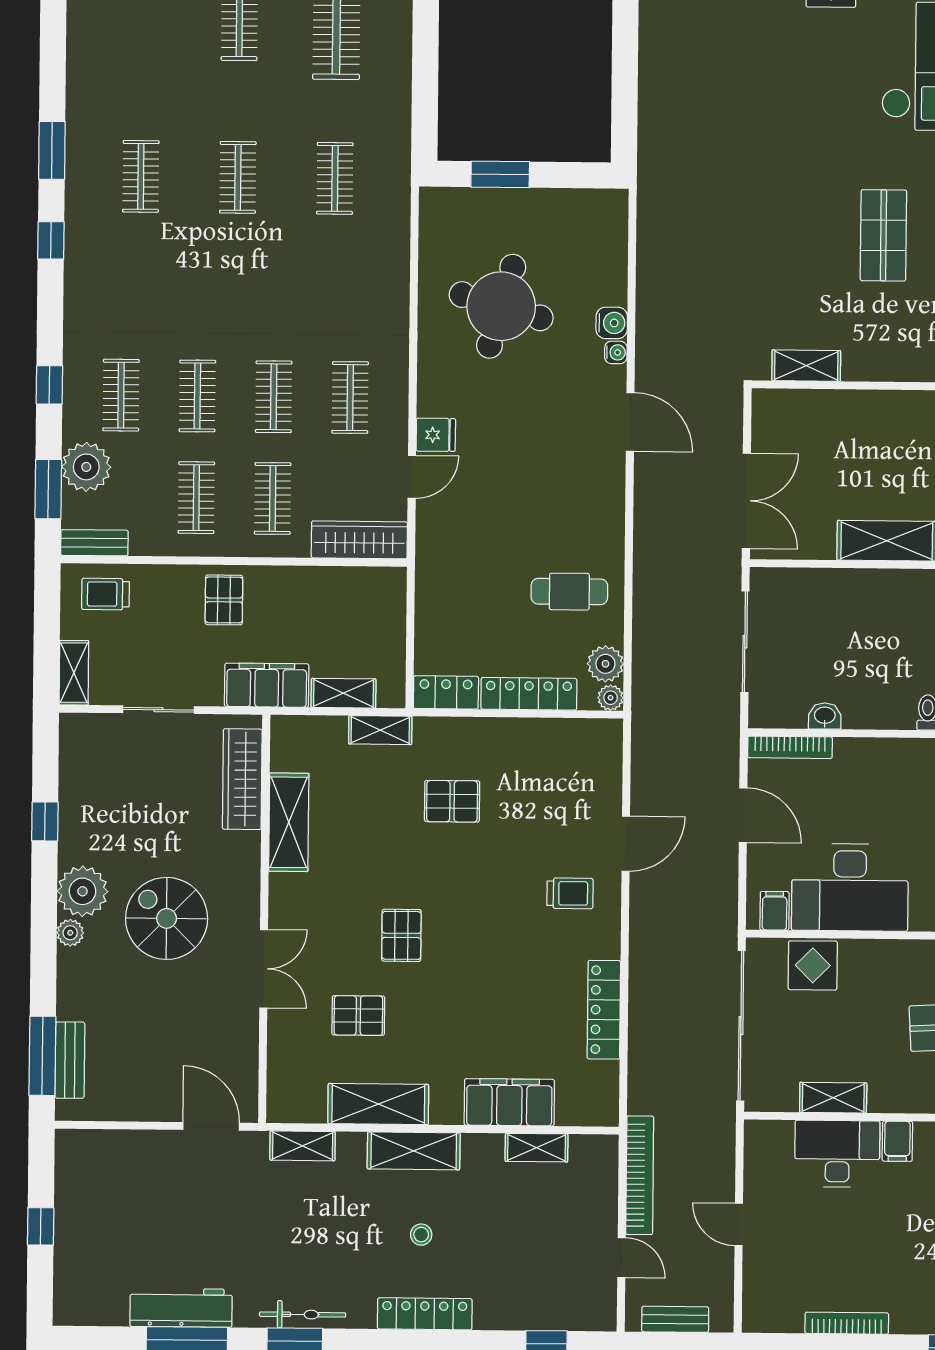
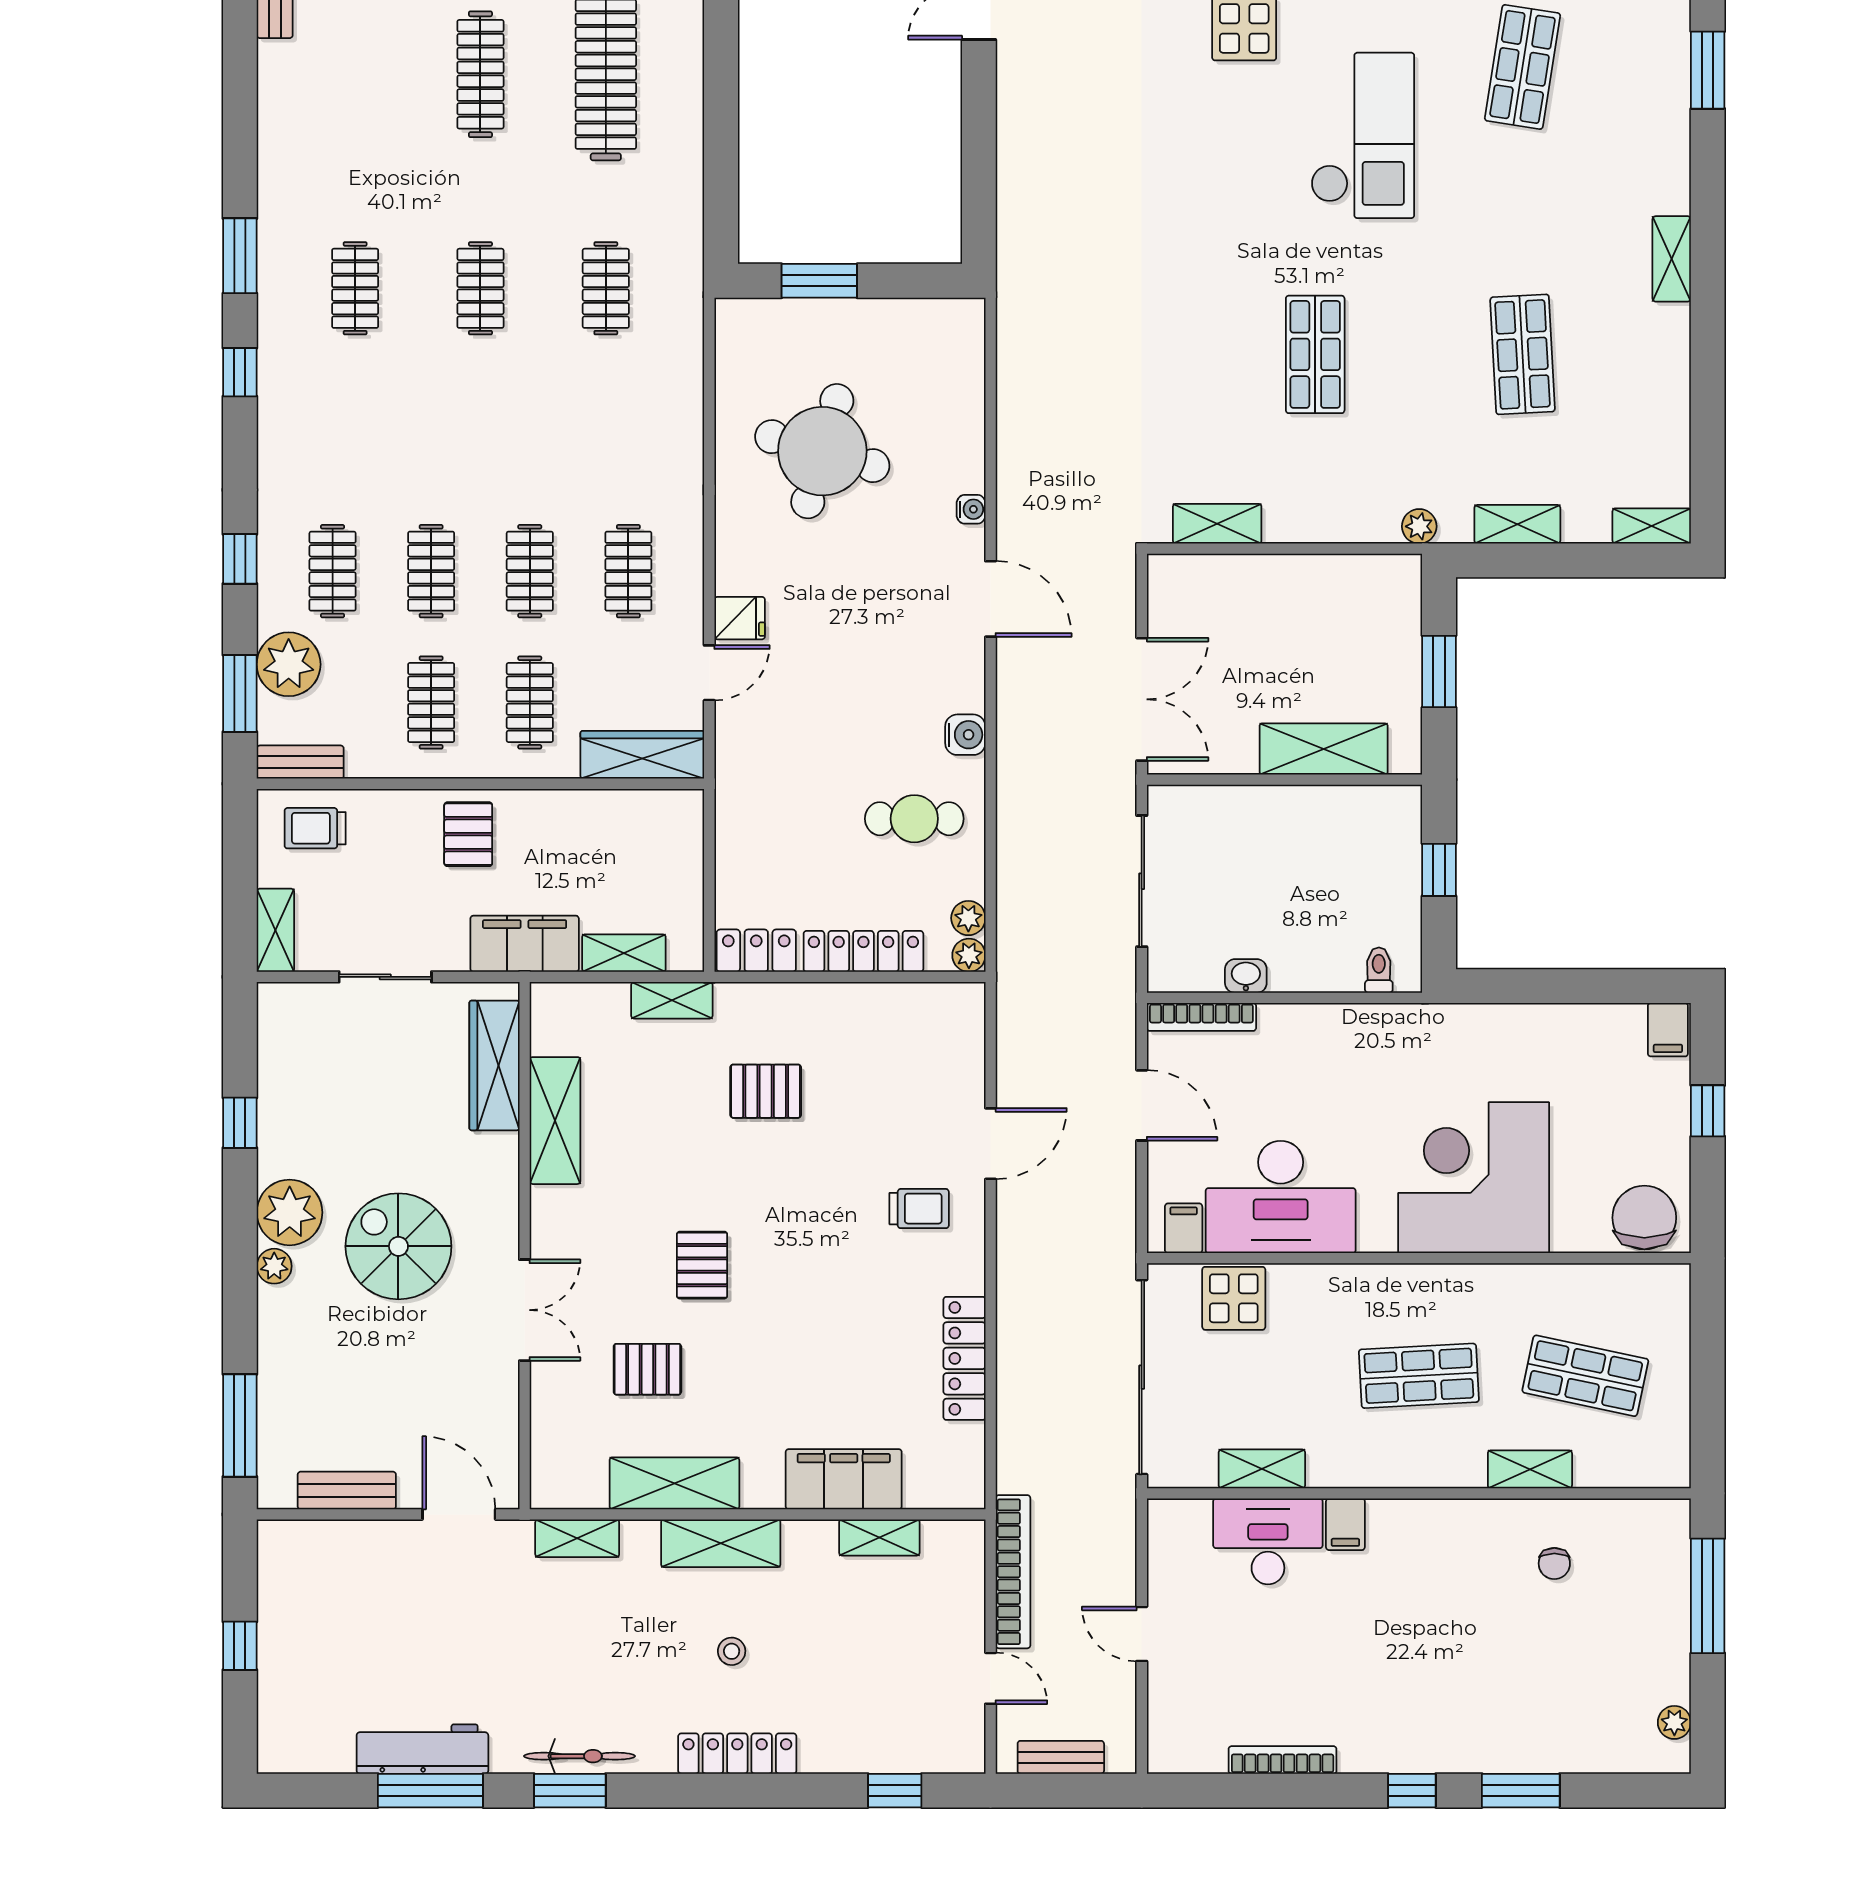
water cooler: (612, 323) -> (965, 735), moved
plant: (605, 664) -> (968, 918), width x0.73, depth x0.73
bench: (70, 1060) -> (347, 1490), moved, turned 90

